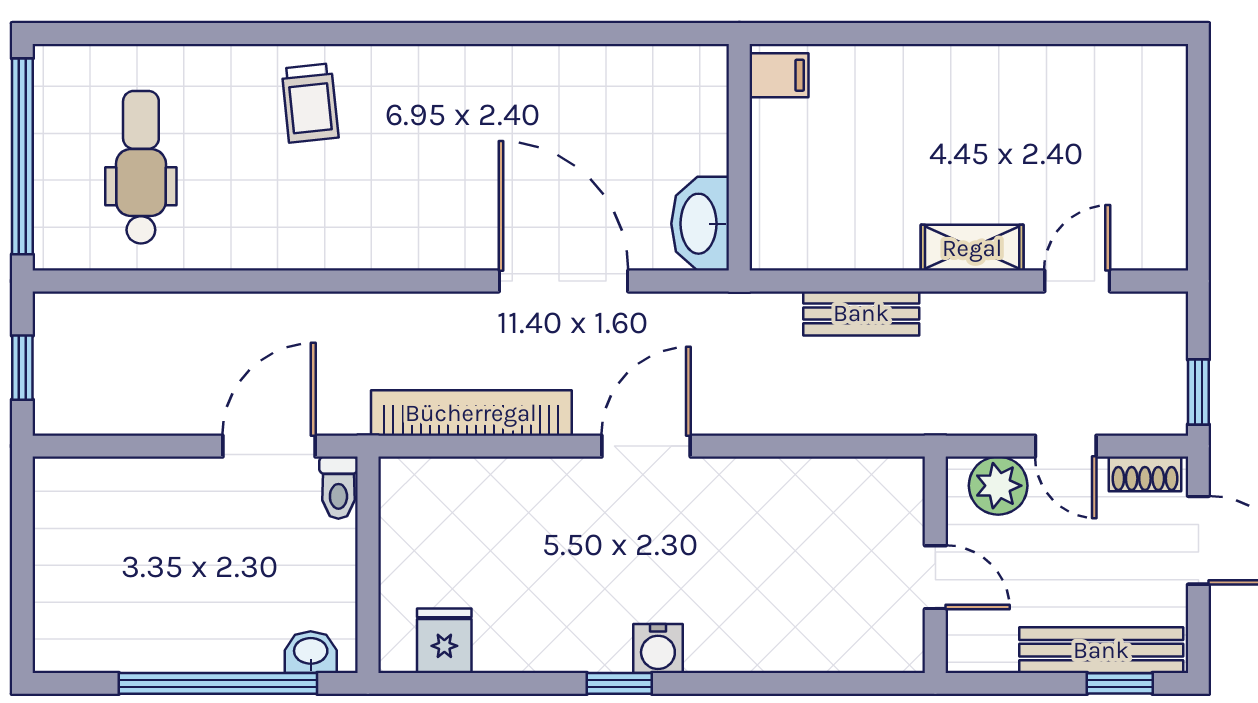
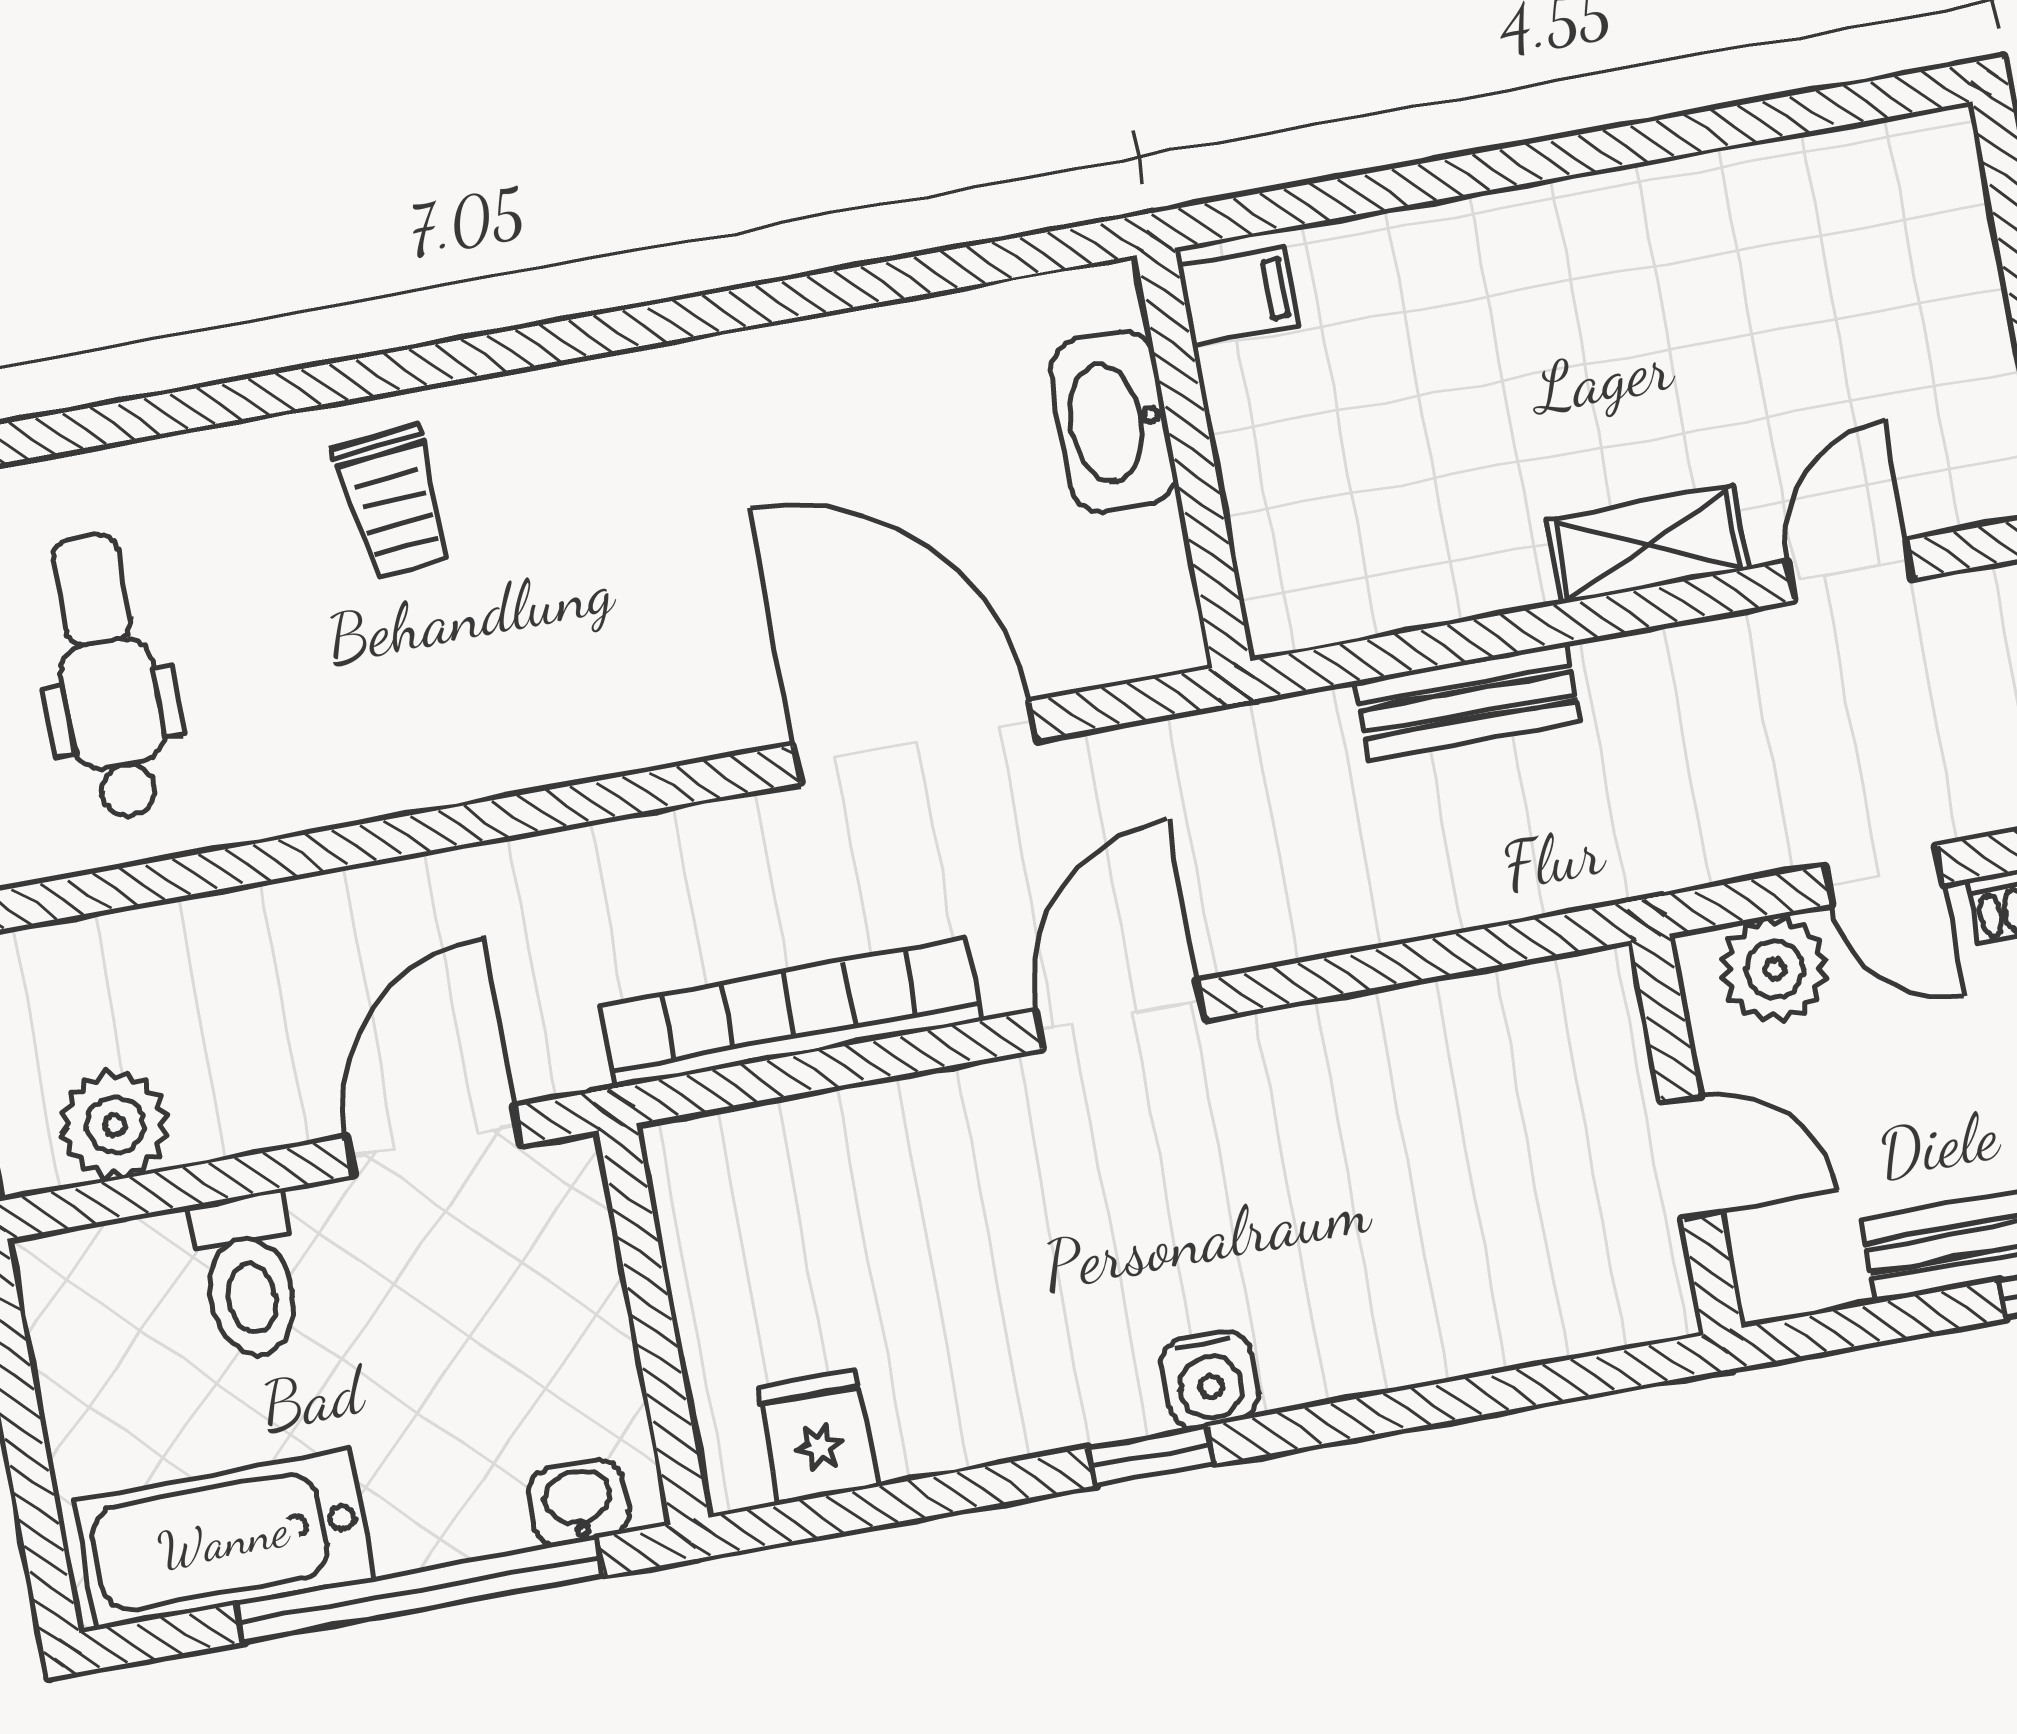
washbasin: (700, 224) -> (1113, 422), moved
plant: (101, 406) -> (115, 1125), added
toilet: (338, 488) -> (248, 1276), moved, width x1.37, depth x1.39
bathtub: (118, 637) -> (223, 1540), added

